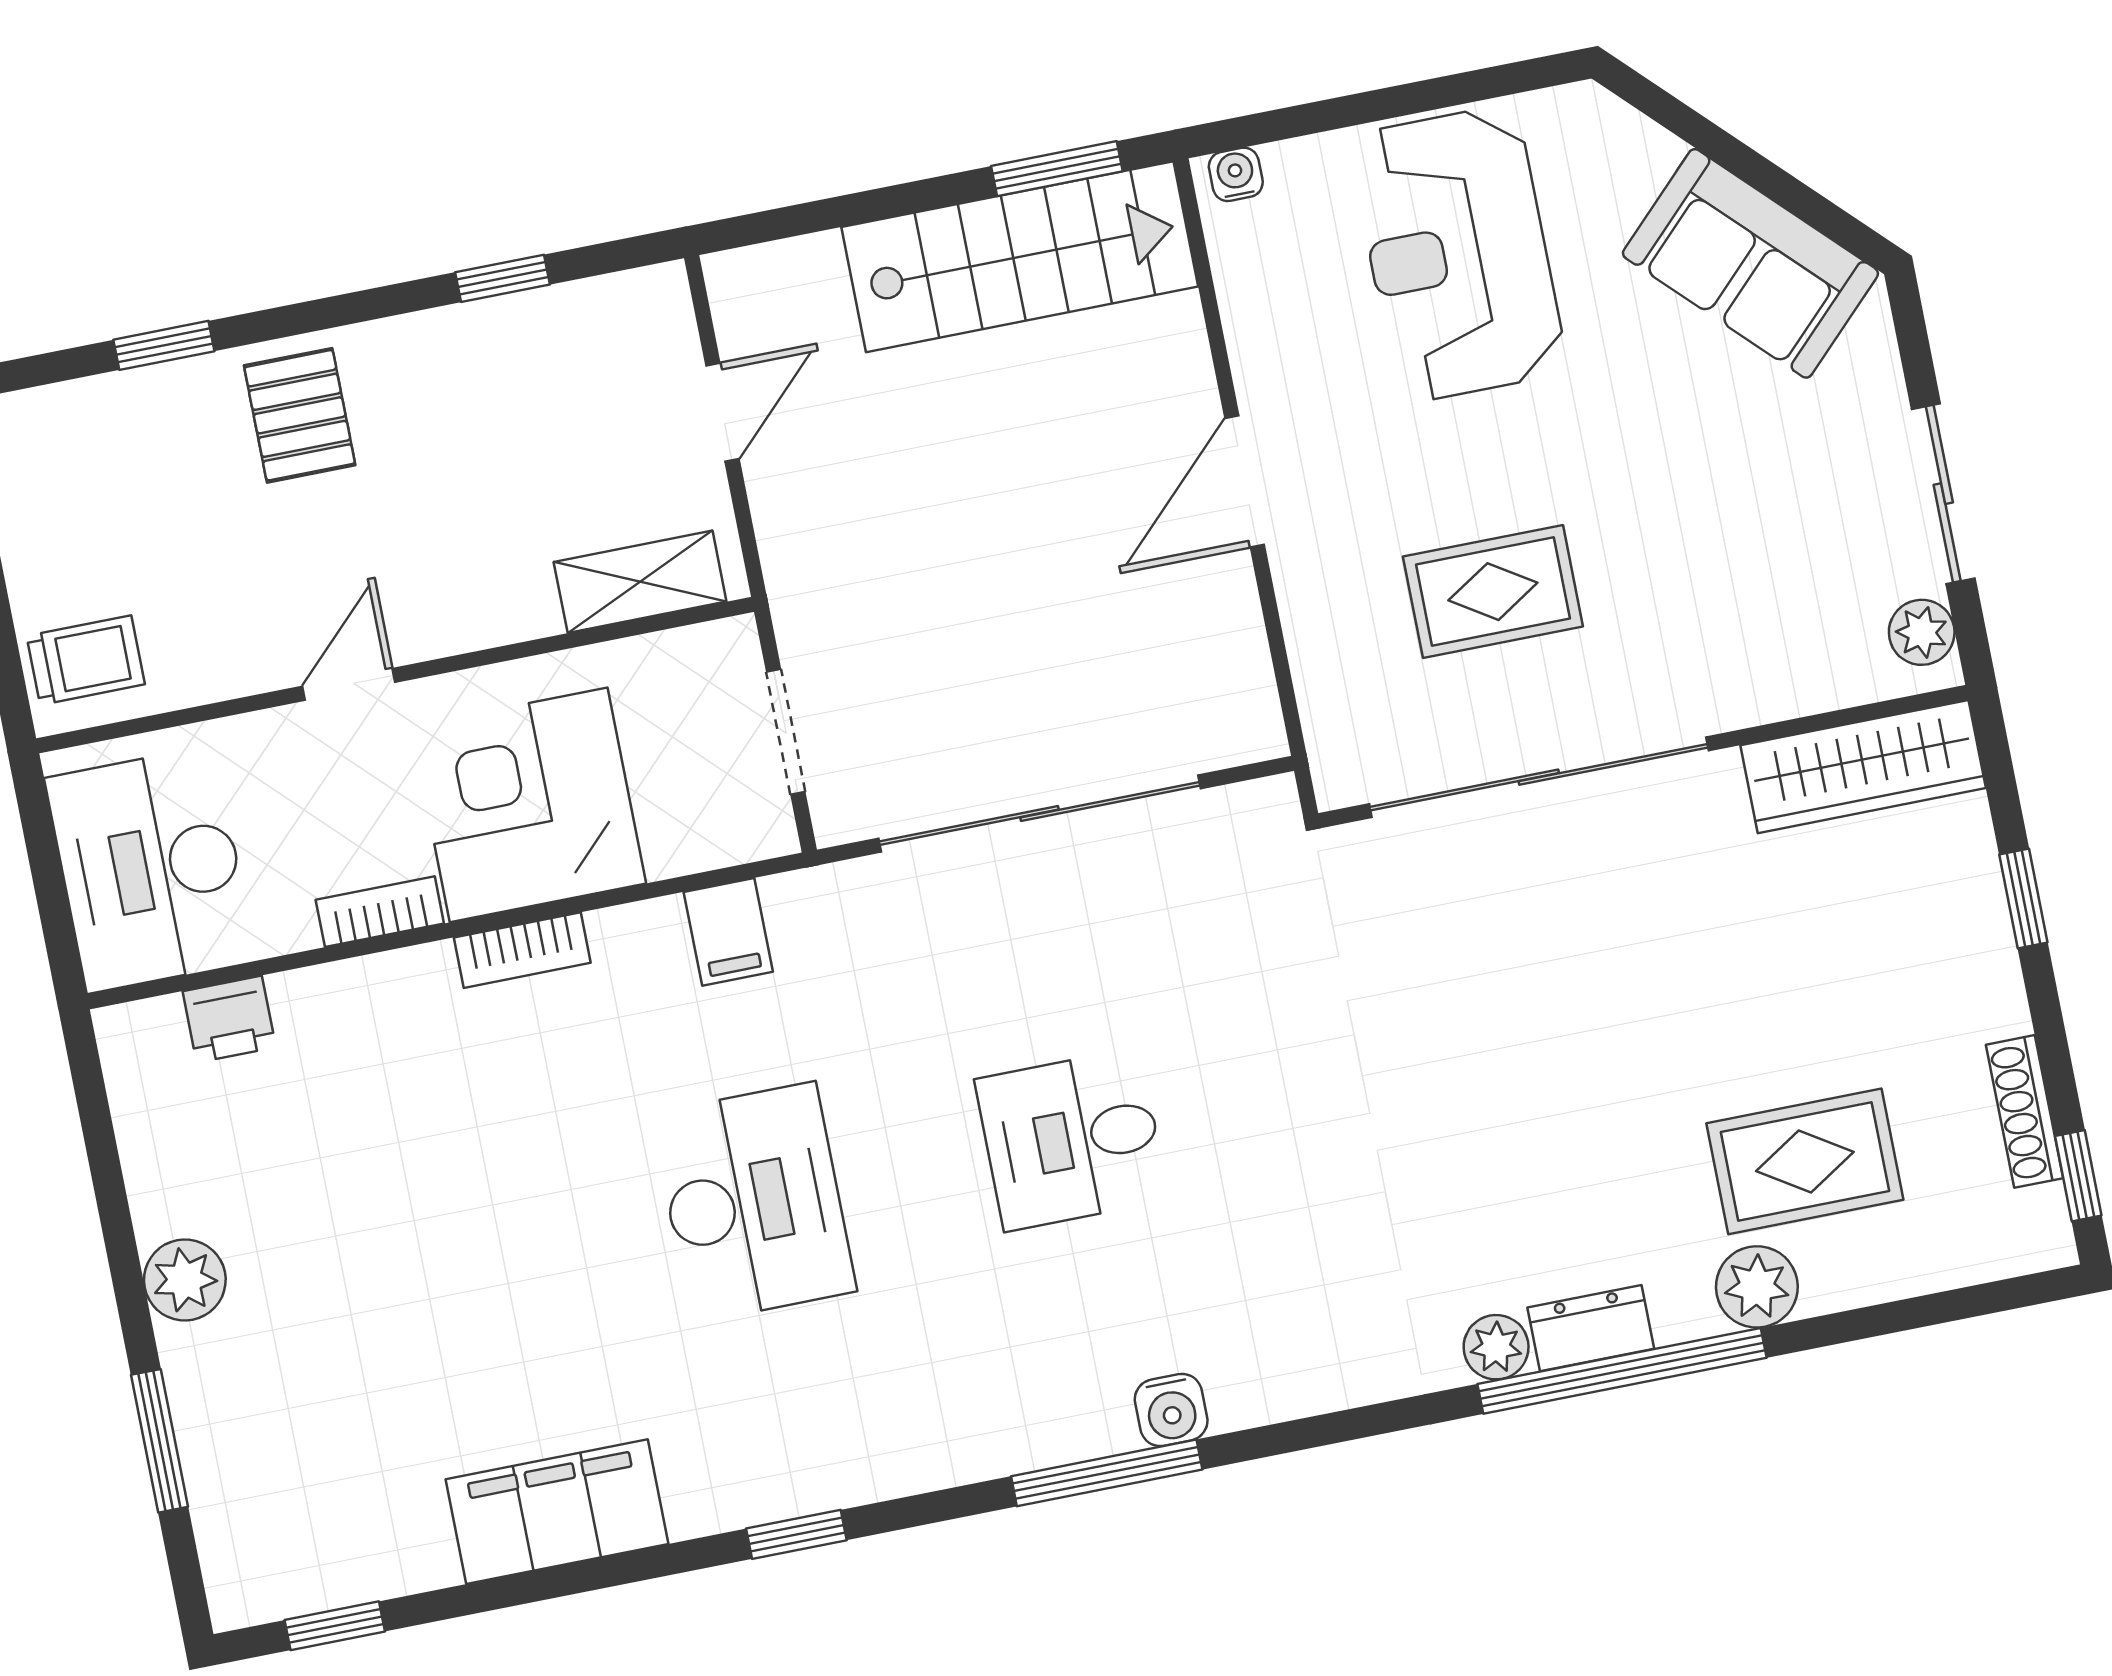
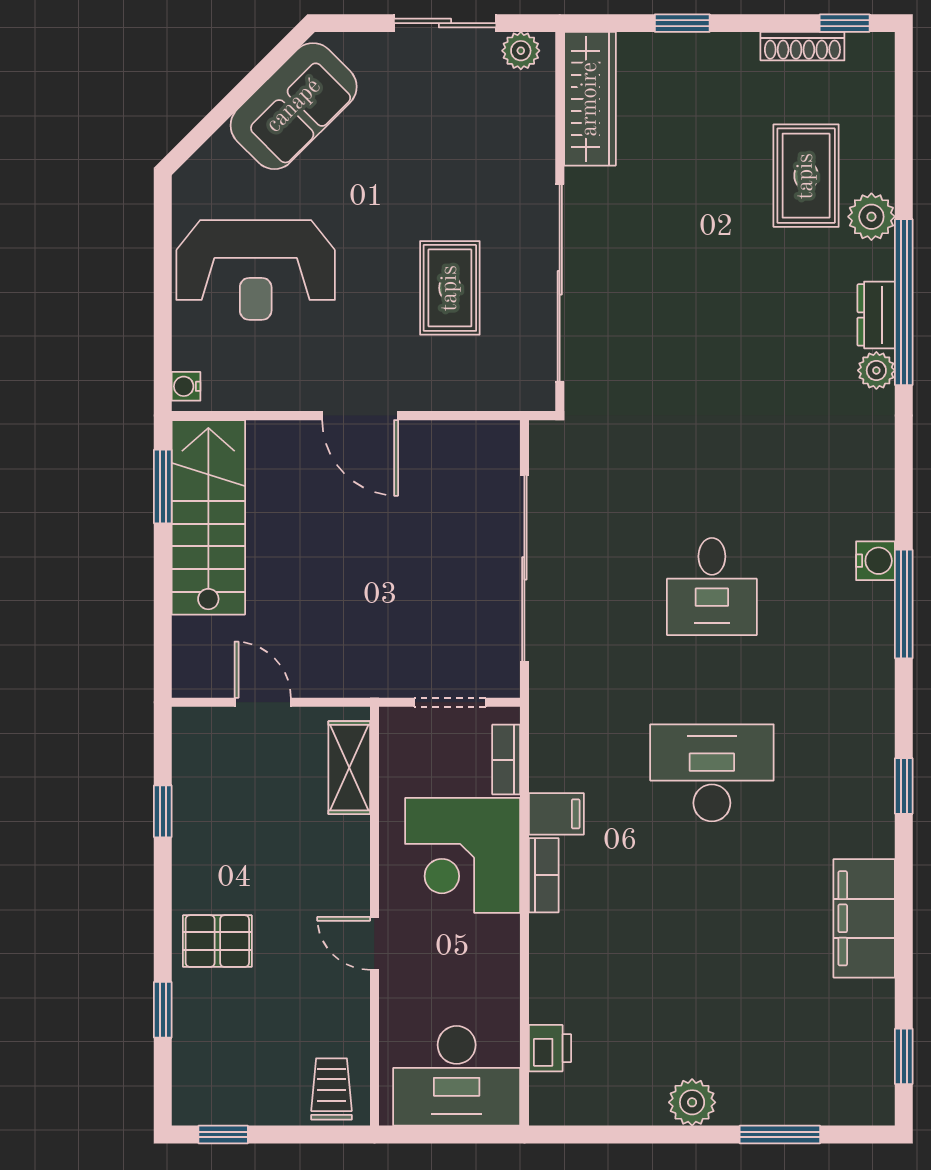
bookcase: (380, 912) -> (506, 760), moved
filing cabinet: (728, 932) -> (556, 814), moved

